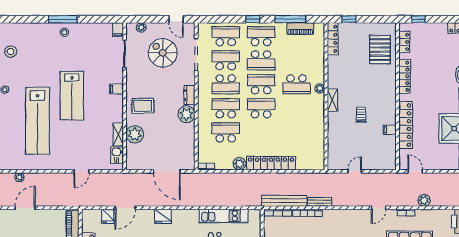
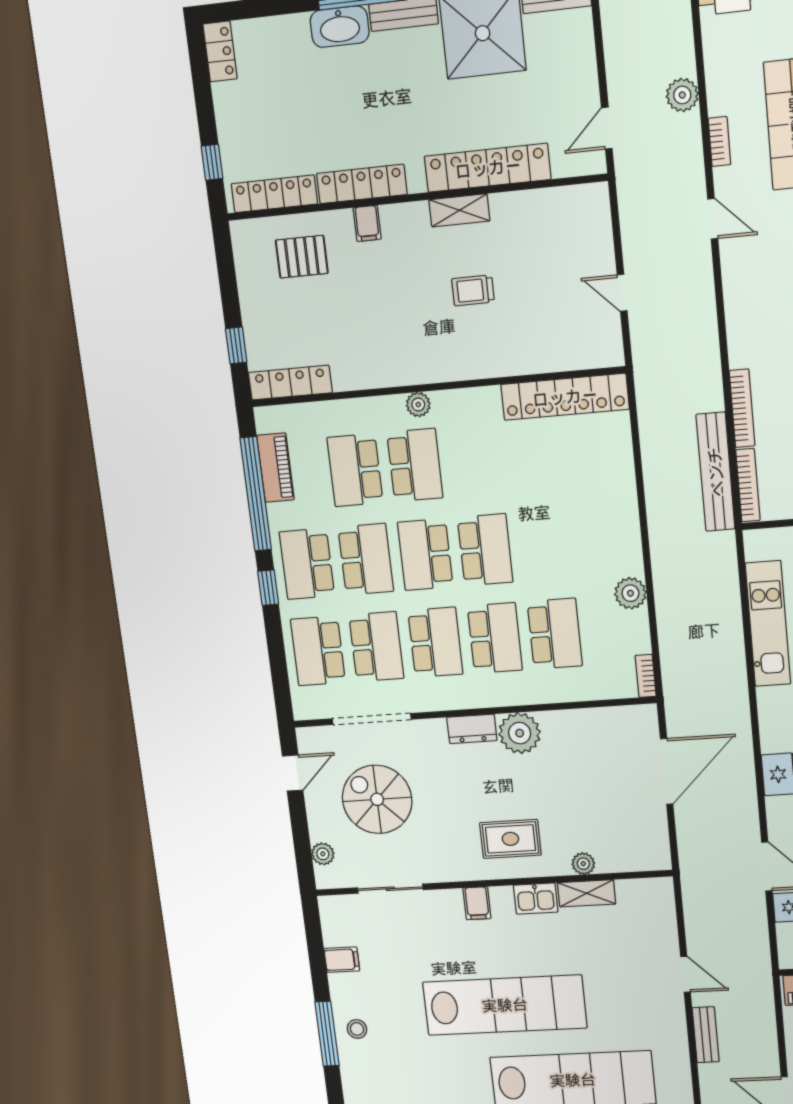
window: (291, 19) -> (256, 494), width x1.46
filing cabinet: (118, 30) -> (342, 960), moved
locker: (404, 42) -> (274, 194), width x1.53
pallet: (380, 50) -> (302, 257), width x0.67, depth x0.71
spiral stairs: (163, 53) -> (377, 799), turned 90
school desk: (226, 60) -> (376, 647), turned 180
school desk: (297, 60) -> (355, 470), added
lab bench: (72, 96) -> (505, 1005), width x1.36
shelving: (332, 100) -> (459, 210), moved
rug: (143, 106) -> (510, 839), turned 90
school desk: (226, 108) -> (495, 638), turned 180
school desk: (261, 108) -> (485, 550), turned 180
filing cabinet: (390, 130) -> (367, 223), moved
school desk: (226, 132) -> (555, 634), turned 180
plant: (135, 134) -> (583, 864), width x0.53, depth x0.53
kitchen sink: (117, 155) -> (536, 899), moved
locker: (271, 163) -> (565, 397), moved, turned -90
bench: (320, 202) -> (706, 1035), moved

